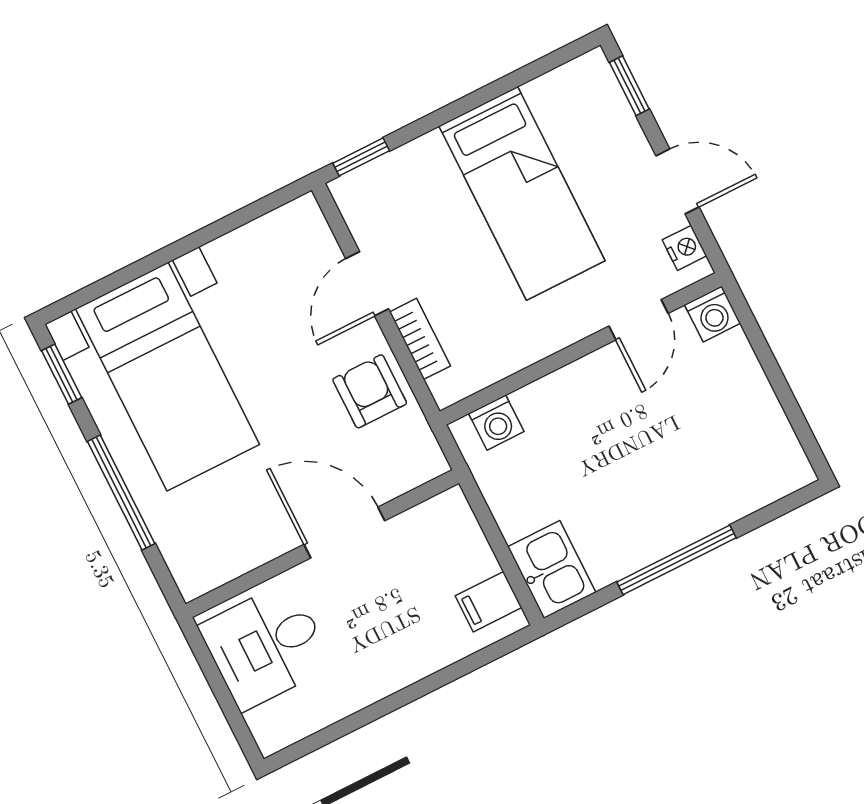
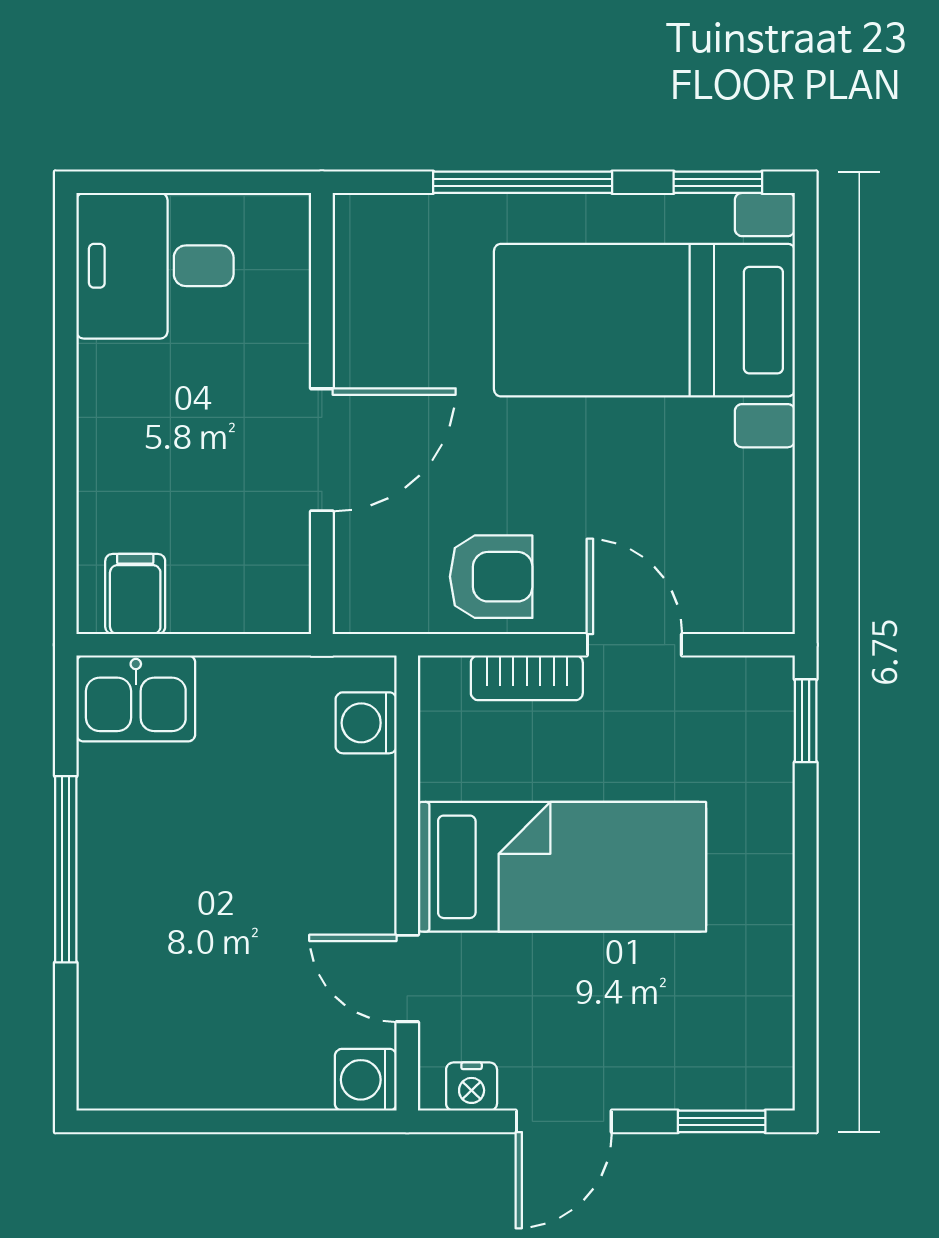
bed: (522, 193) -> (562, 867), moved, turned 180
desk: (266, 646) -> (155, 266), moved, turned -90

